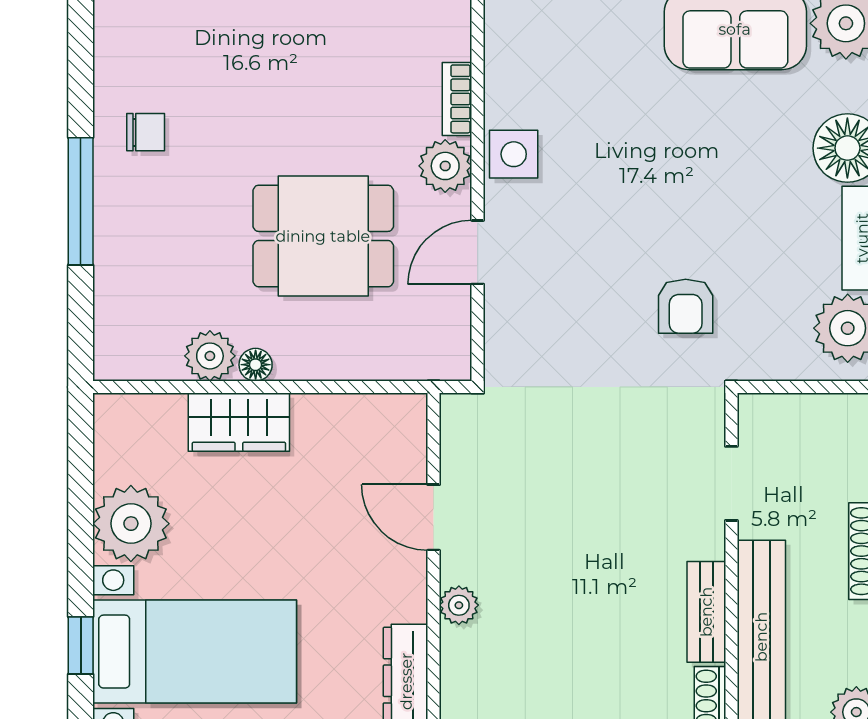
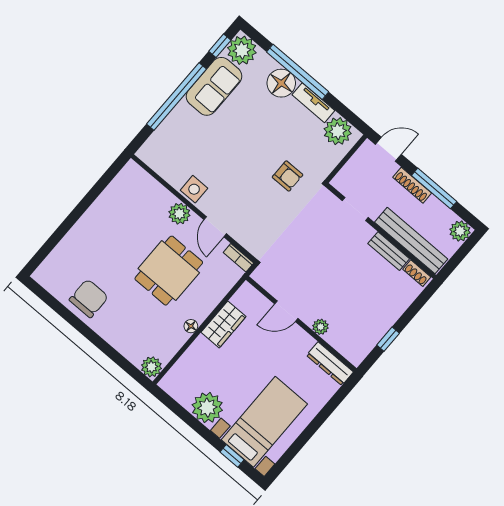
bookcase: (457, 99) -> (238, 258), moved
chair: (146, 132) -> (89, 298), width x1.87, depth x1.87
window: (81, 201) -> (93, 337), removed
plant: (210, 356) -> (151, 367), moved
wardrobe: (239, 422) -> (223, 324), moved

